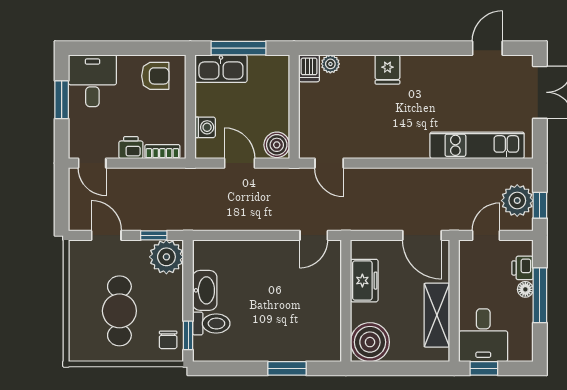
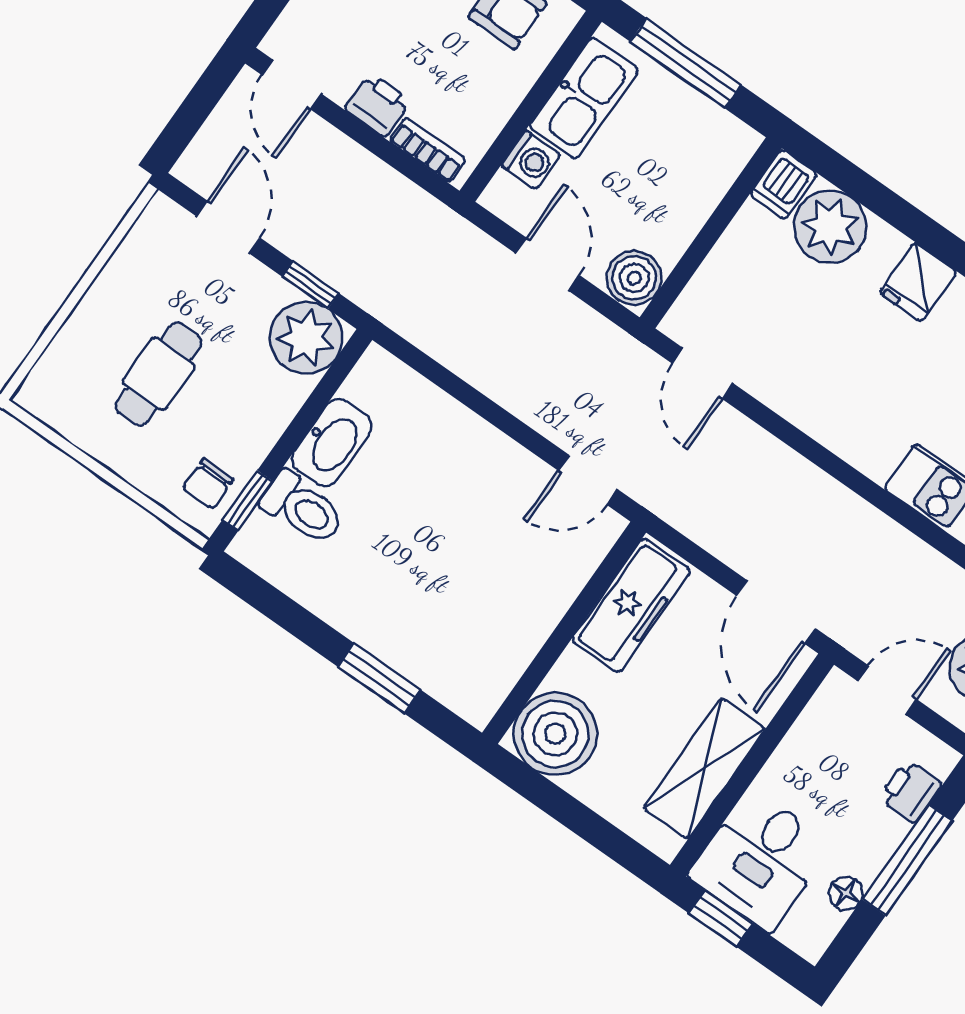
plant: (330, 64) -> (830, 227), width x1.88, depth x1.88
kitchen sink: (221, 69) -> (584, 98), moved, turned -90
freezer: (364, 281) -> (631, 605), width x1.40
floor lamp: (525, 289) -> (846, 893), moved
cafe table: (119, 311) -> (159, 374), width x0.73, depth x0.74

